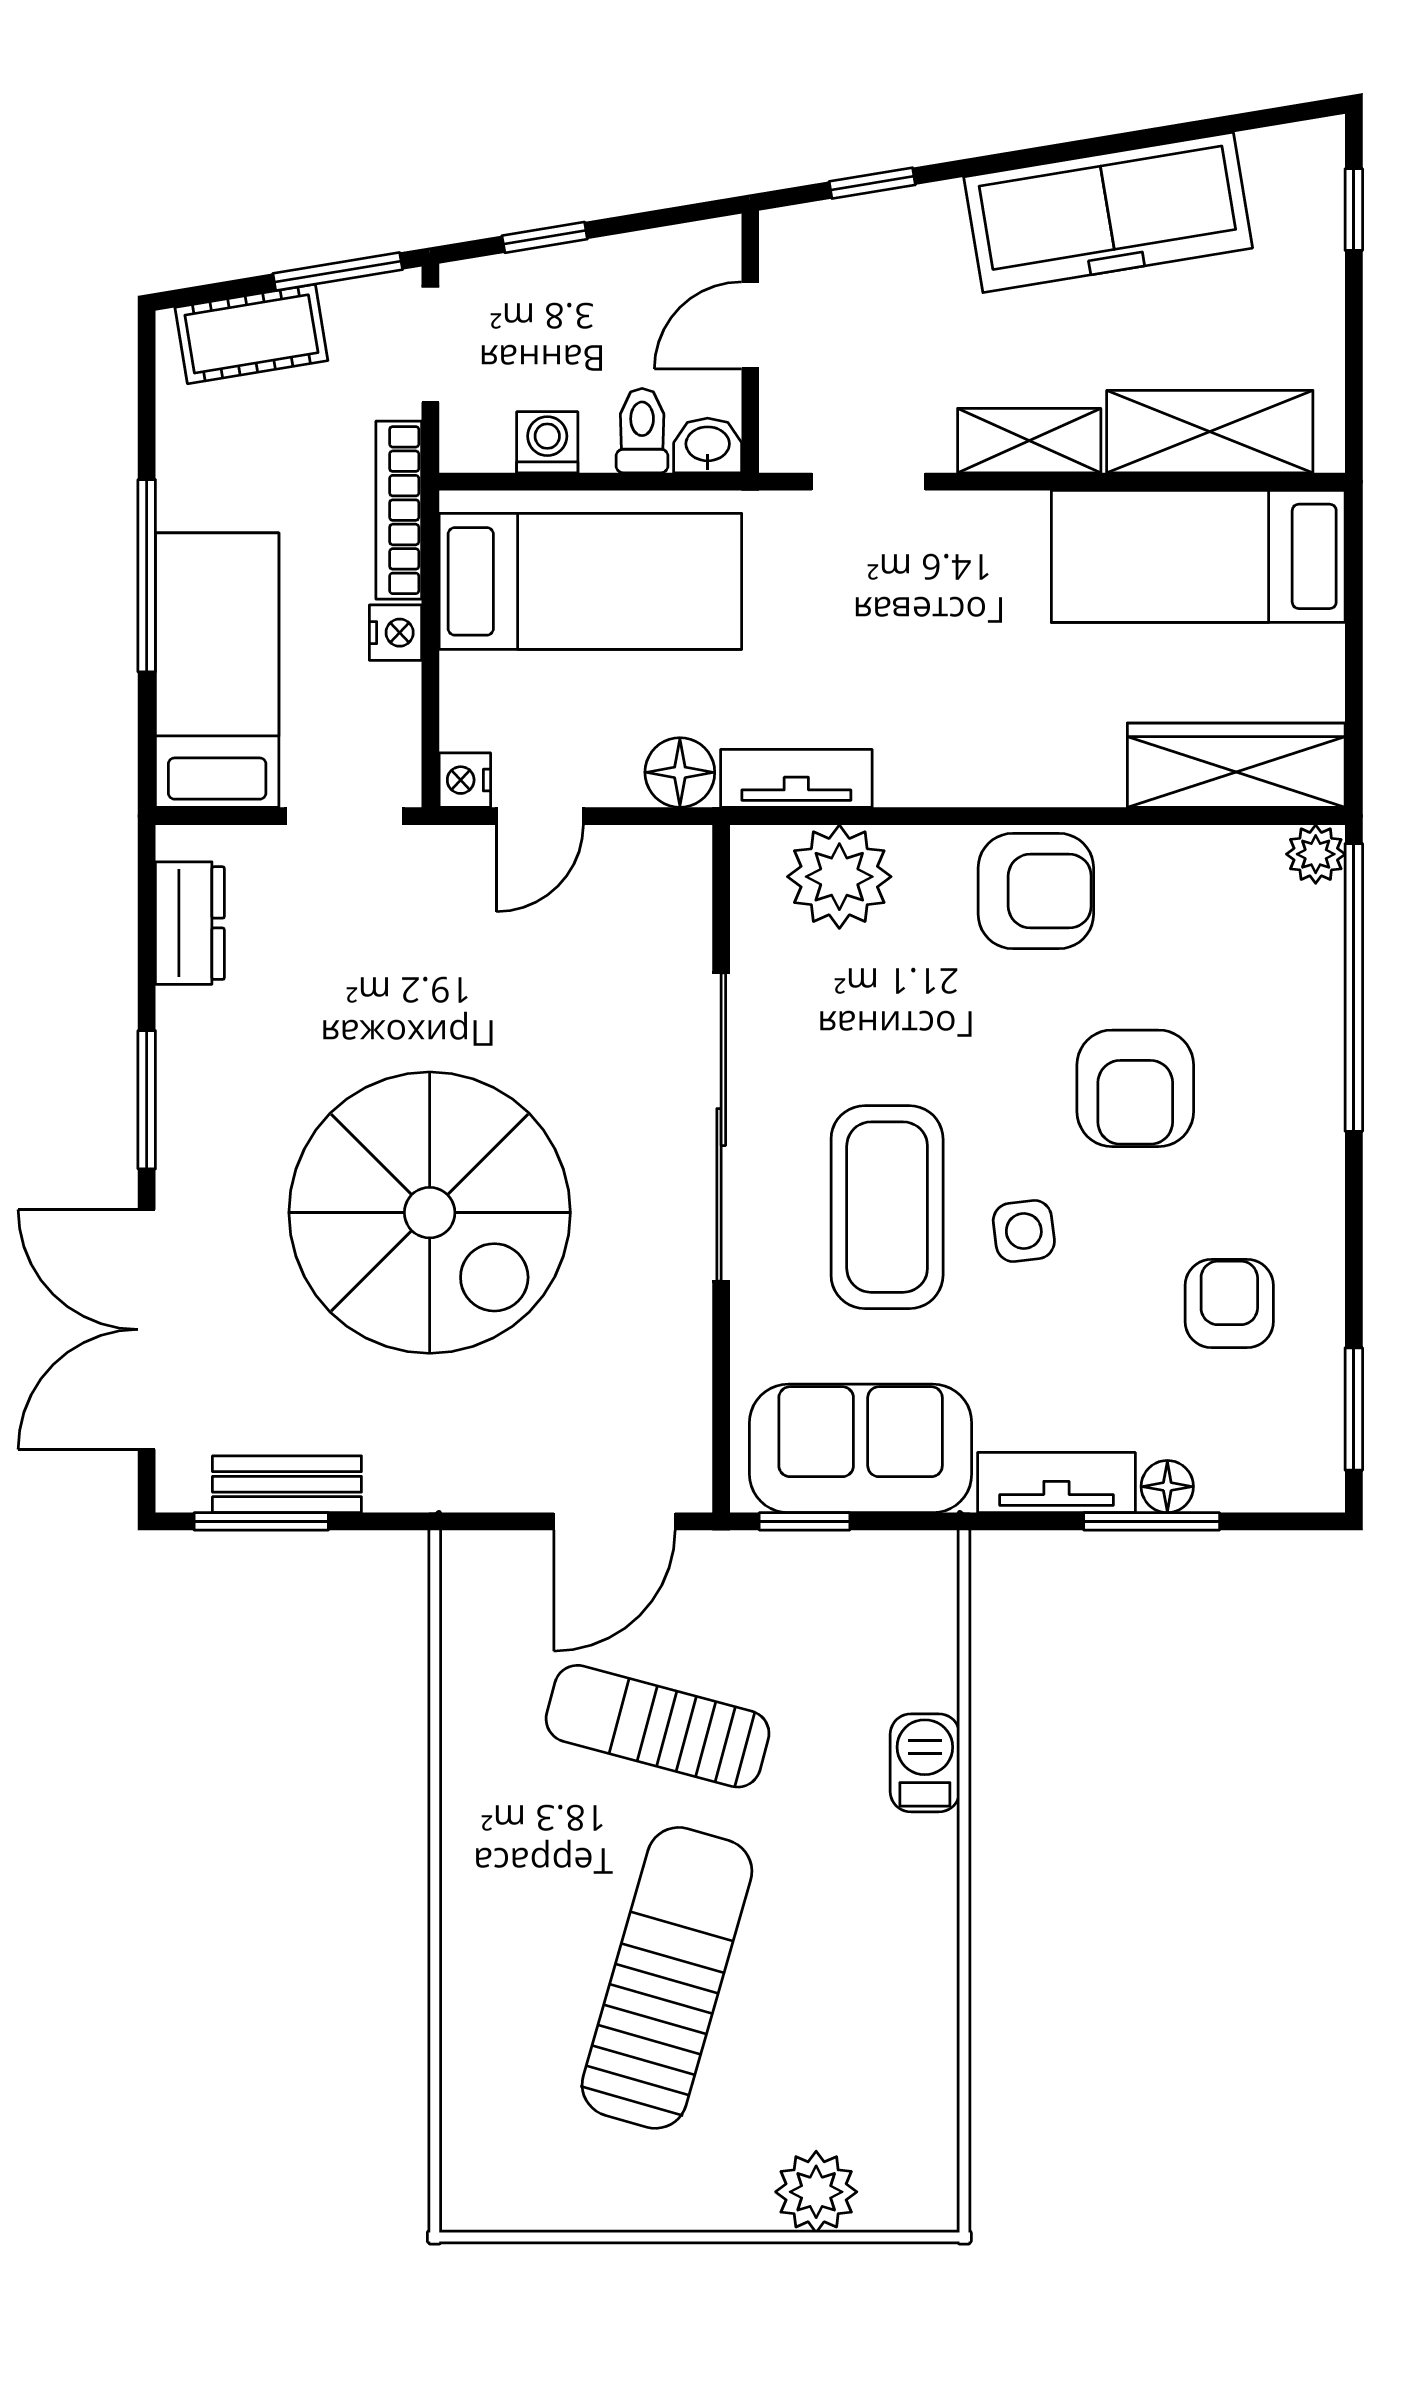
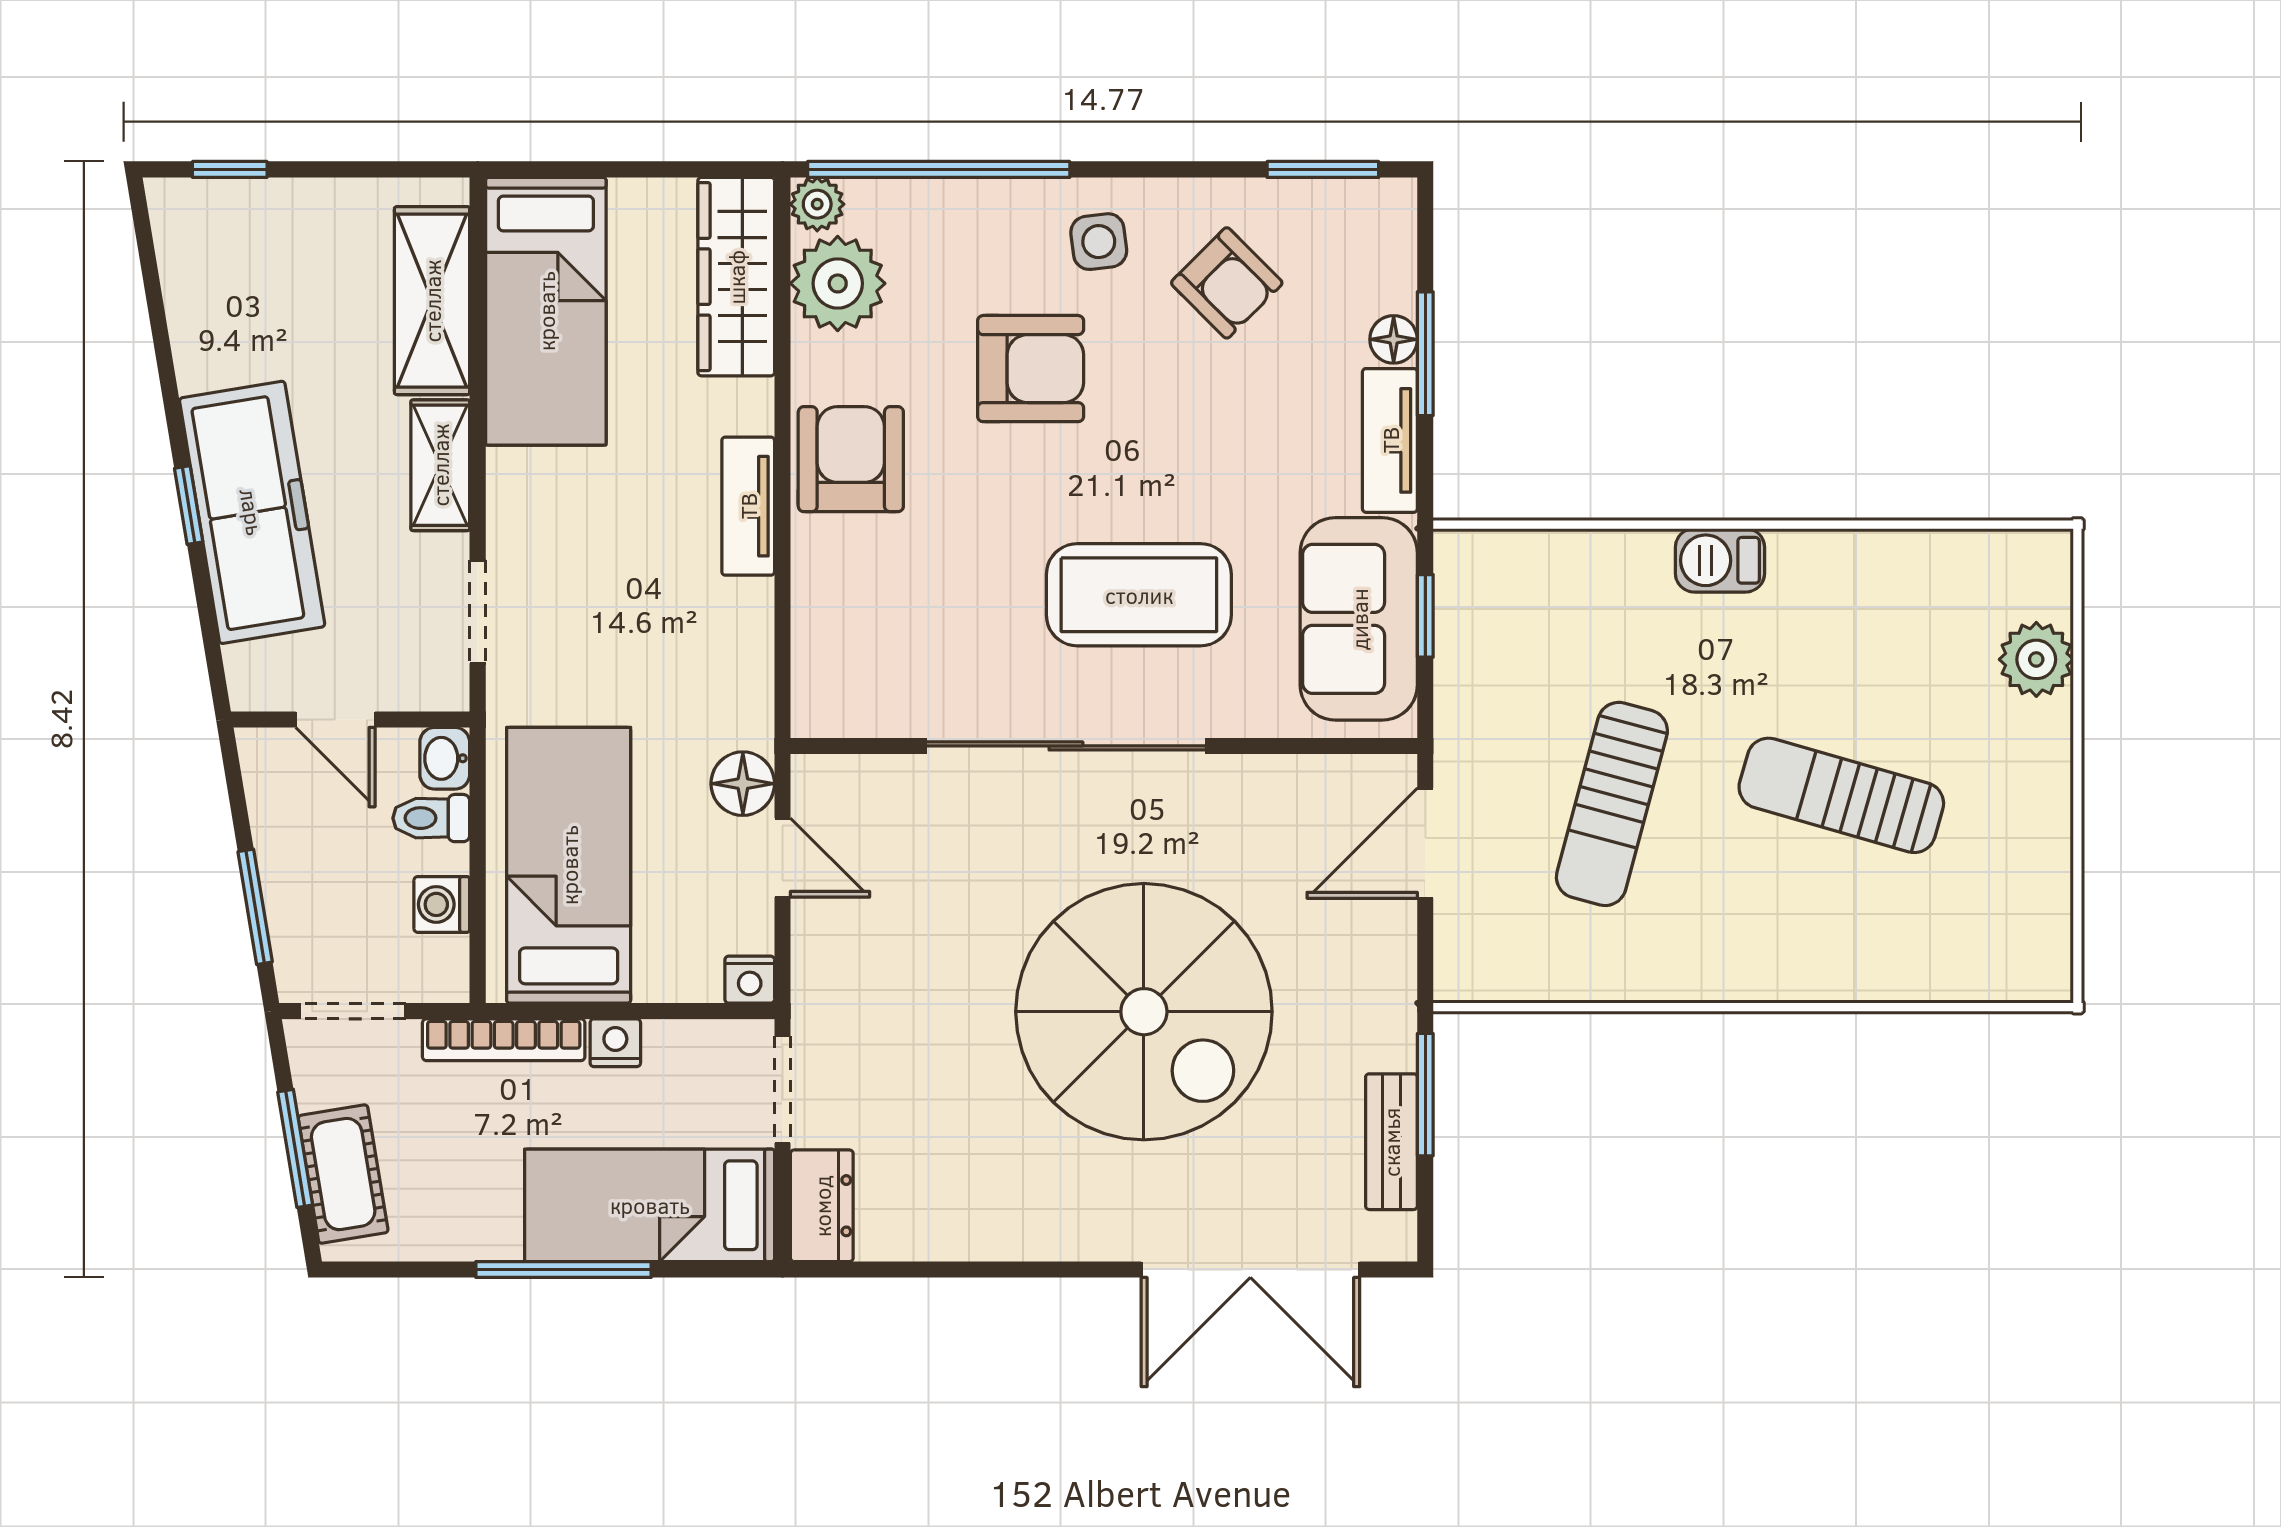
window: (872, 183) -> (189, 505), moved
freezer: (1108, 212) -> (252, 512), moved
window: (545, 237) -> (255, 907), width x1.50
window: (338, 272) -> (295, 1148), moved
tv unit: (796, 778) -> (748, 506), moved
door: (540, 816) -> (782, 858), moved
plant: (839, 877) -> (838, 283), moved
dresser: (190, 923) -> (822, 1206), moved, turned 90
window: (147, 1100) -> (1041, 1269), removed
spiral stairs: (430, 1213) -> (1144, 1012), turned 90
side table: (1024, 1231) -> (1099, 242), moved
armchair: (1229, 1304) -> (1227, 283), turned -135
window: (261, 1521) -> (1425, 1095), moved
door: (615, 1521) -> (1425, 843), swing flipped
window: (805, 1521) -> (1425, 616), moved
barbecue: (925, 1763) -> (1720, 560), moved
sun lounger: (667, 1978) -> (1841, 795), width x0.73, depth x0.75

